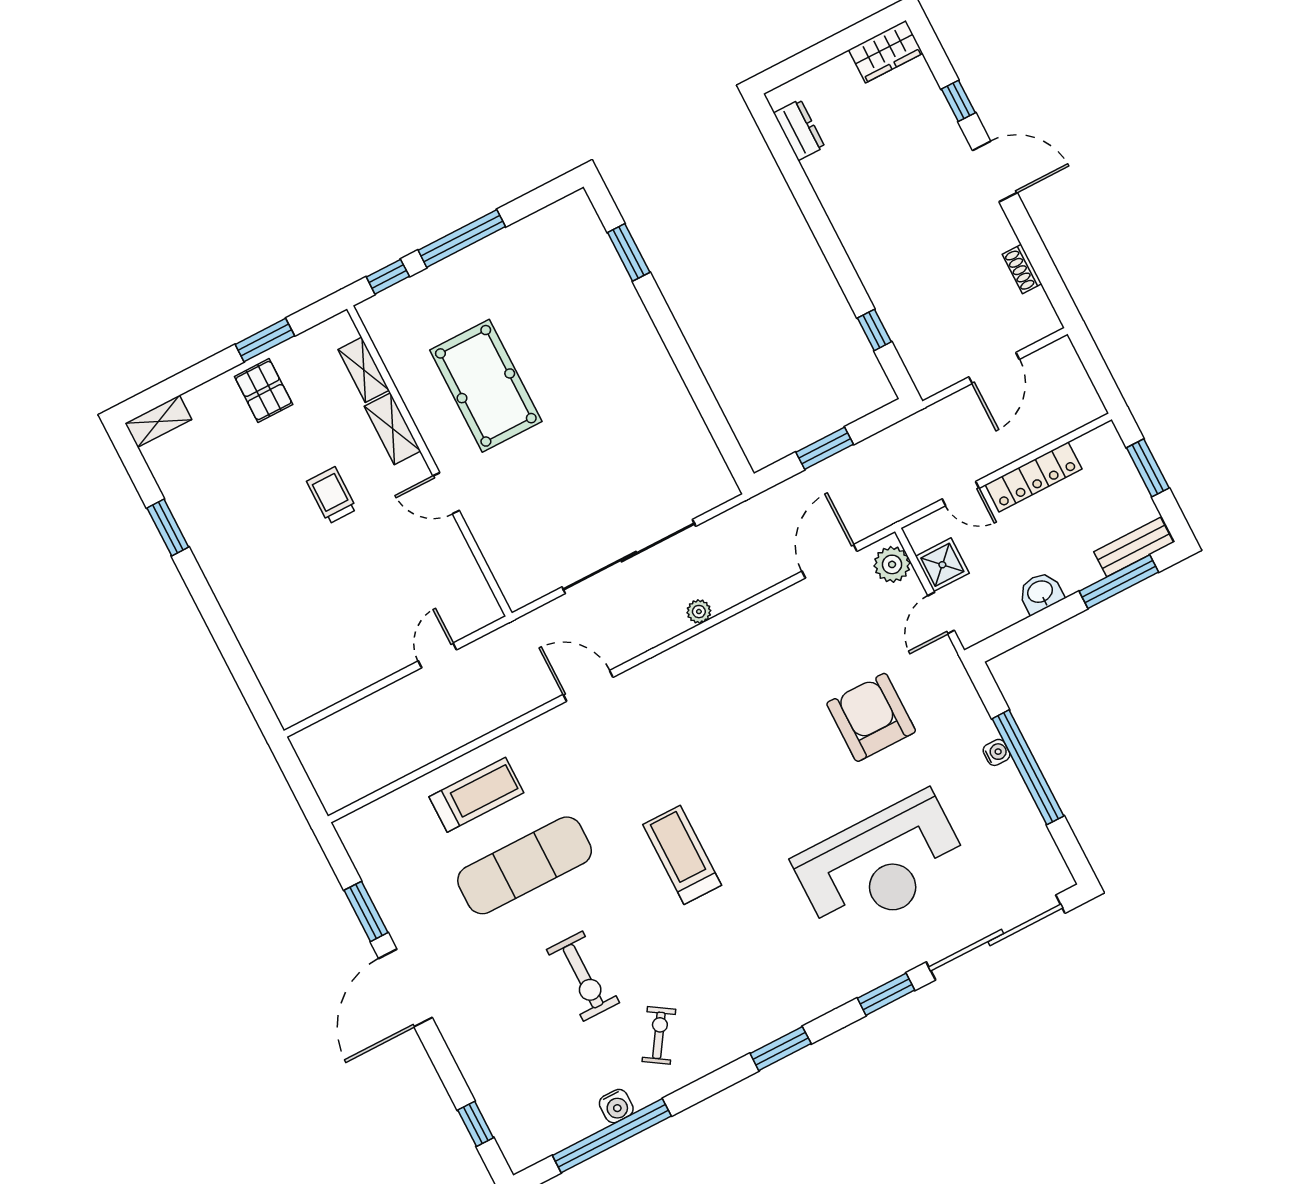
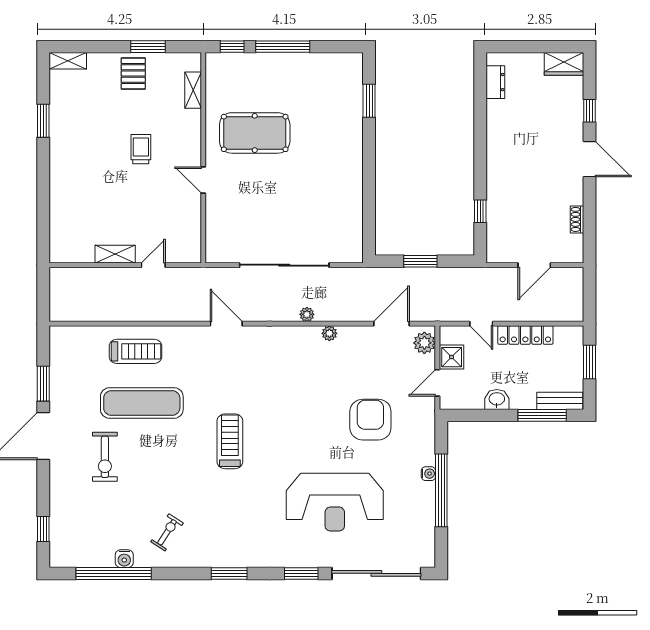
pool table: (486, 386) -> (255, 133), turned 90
shelving: (392, 429) -> (115, 254), moved, turned 90
plant: (746, 622) -> (329, 333), added
exercise bike: (583, 976) -> (105, 457), moved

